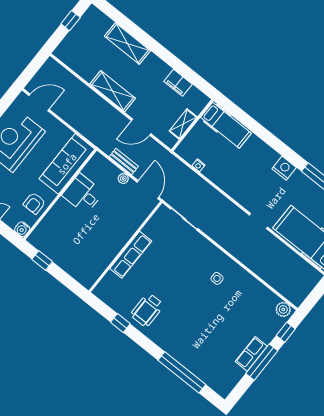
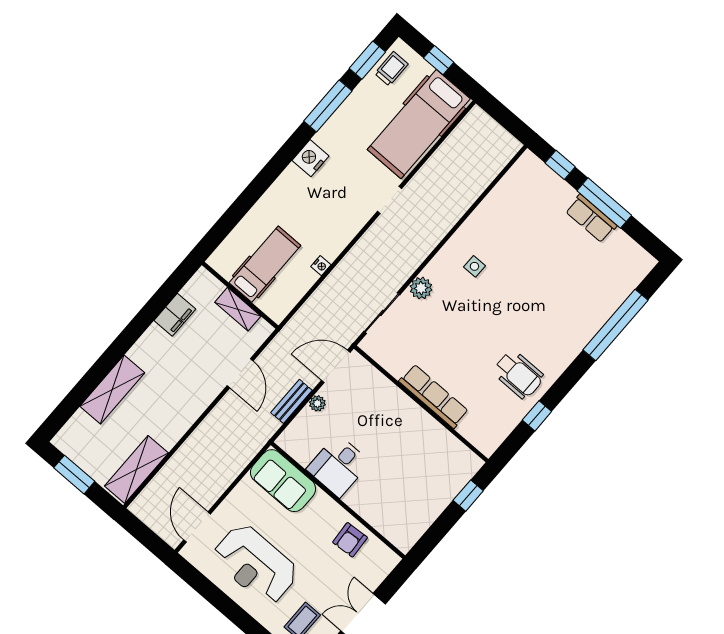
window: (71, 21) -> (74, 475), width x1.50
shelving: (113, 91) -> (136, 470), moved
hospital bed: (226, 125) -> (265, 264), moved
sofa: (67, 164) -> (283, 481), width x0.73
nightstand: (198, 165) -> (321, 266), moved
armchair: (34, 203) -> (350, 540), turned 86
water cooler: (22, 229) -> (389, 560), removed
window: (42, 260) -> (468, 496), moved
plant: (283, 309) -> (421, 288), moved

